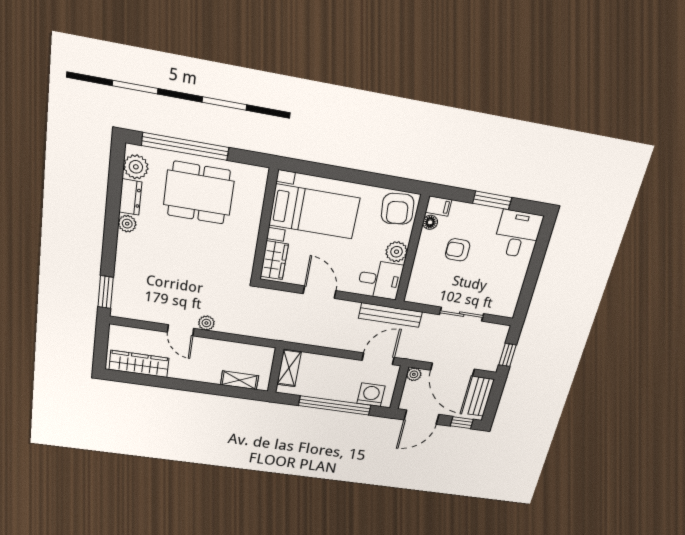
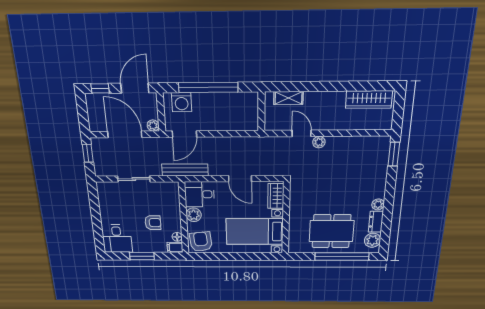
door: (181, 330) -> (302, 133), moved
shelving: (289, 368) -> (251, 115), removed
bench: (481, 397) -> (94, 115), removed

